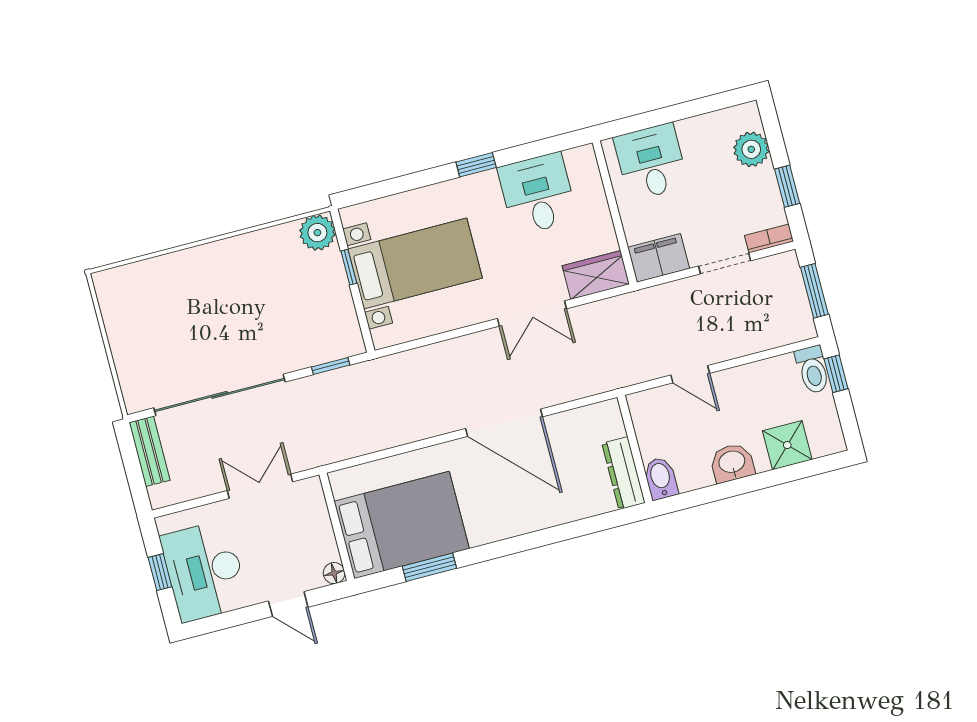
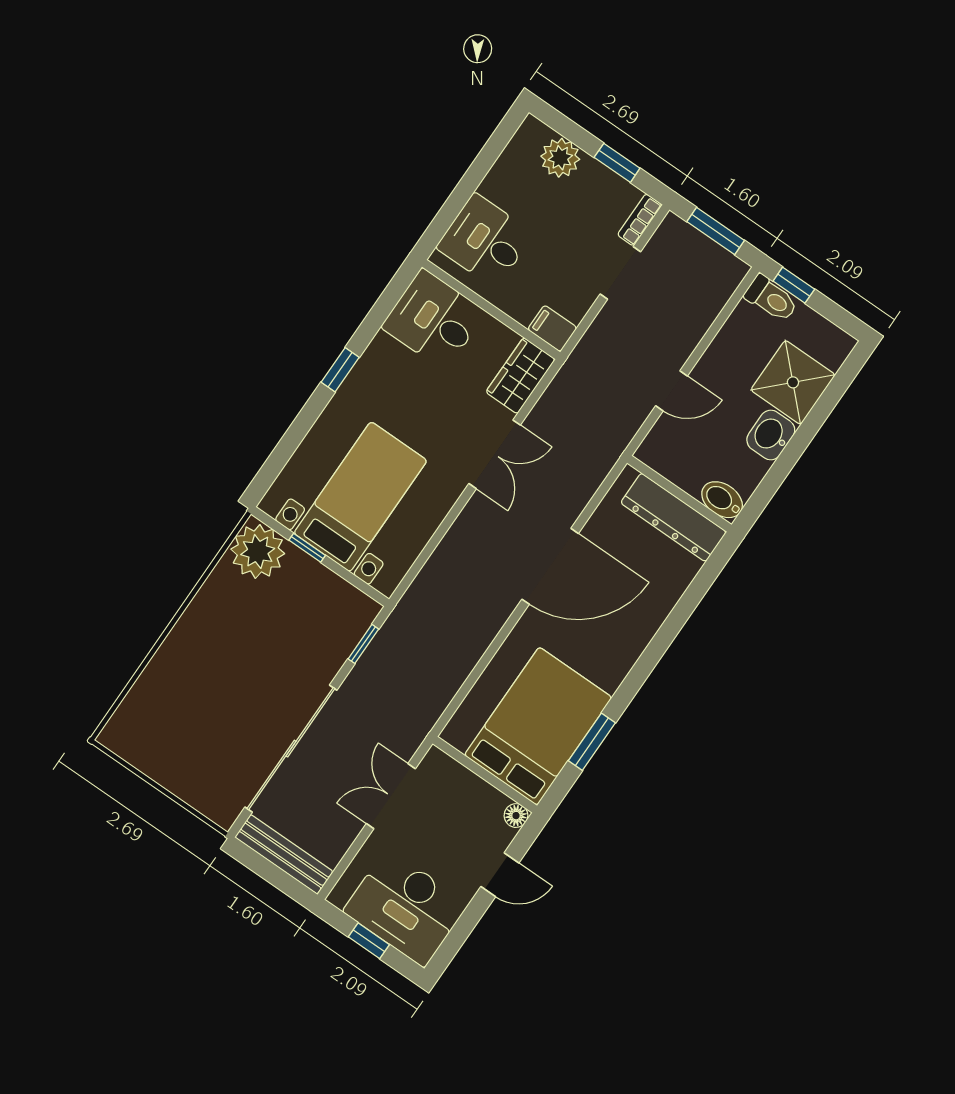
desk: (538, 194) -> (434, 320), moved
plant: (317, 233) -> (258, 551), width x1.36, depth x1.36
filing cabinet: (659, 258) -> (552, 328), width x0.50
shower: (787, 445) -> (793, 382), width x1.36, depth x1.36
bench: (150, 451) -> (284, 854), width x1.36
dresser: (623, 473) -> (673, 517), width x1.37, depth x1.24

